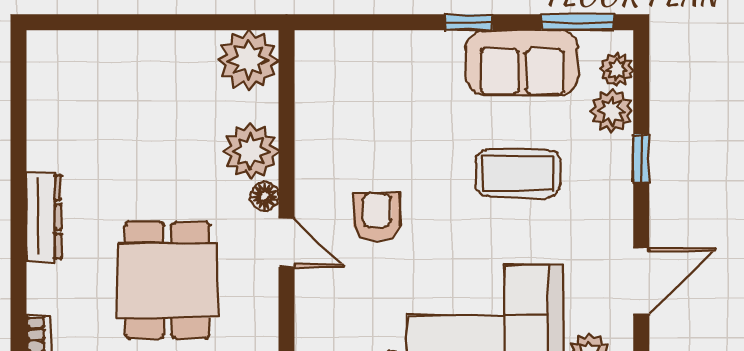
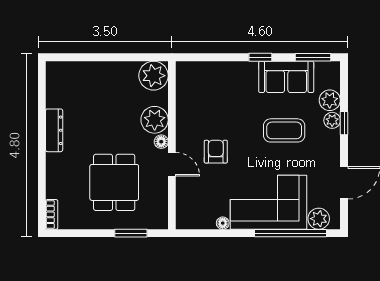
plant: (617, 69) -> (332, 120), moved
dresser: (44, 217) -> (54, 130), moved

